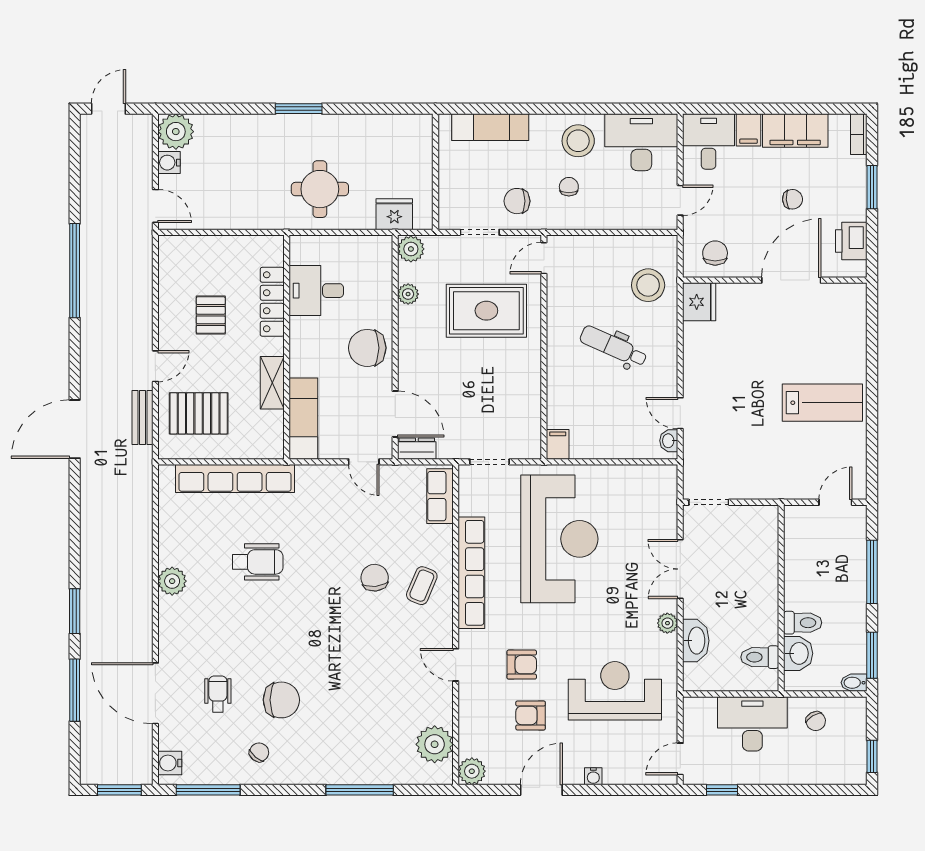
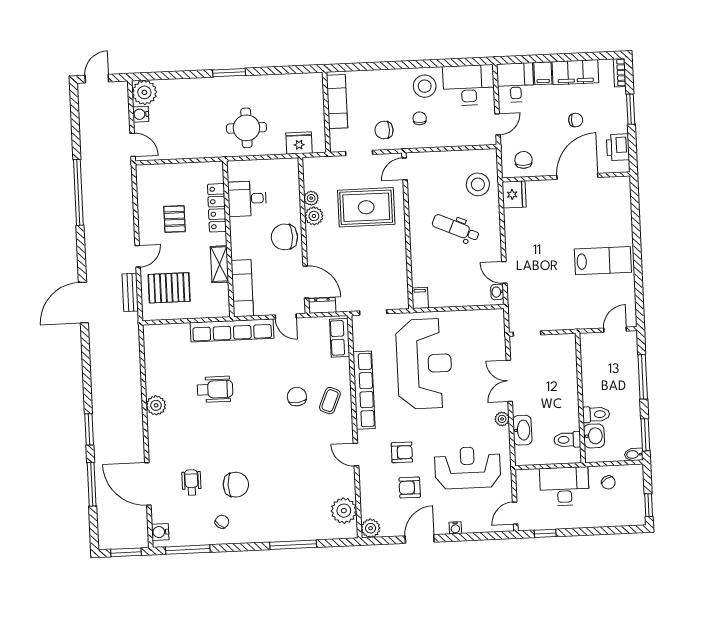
exam couch: (490, 127) -> (337, 101), moved, turned -90
plant: (411, 249) -> (314, 216), moved
row of seats: (235, 479) -> (232, 330), moved

